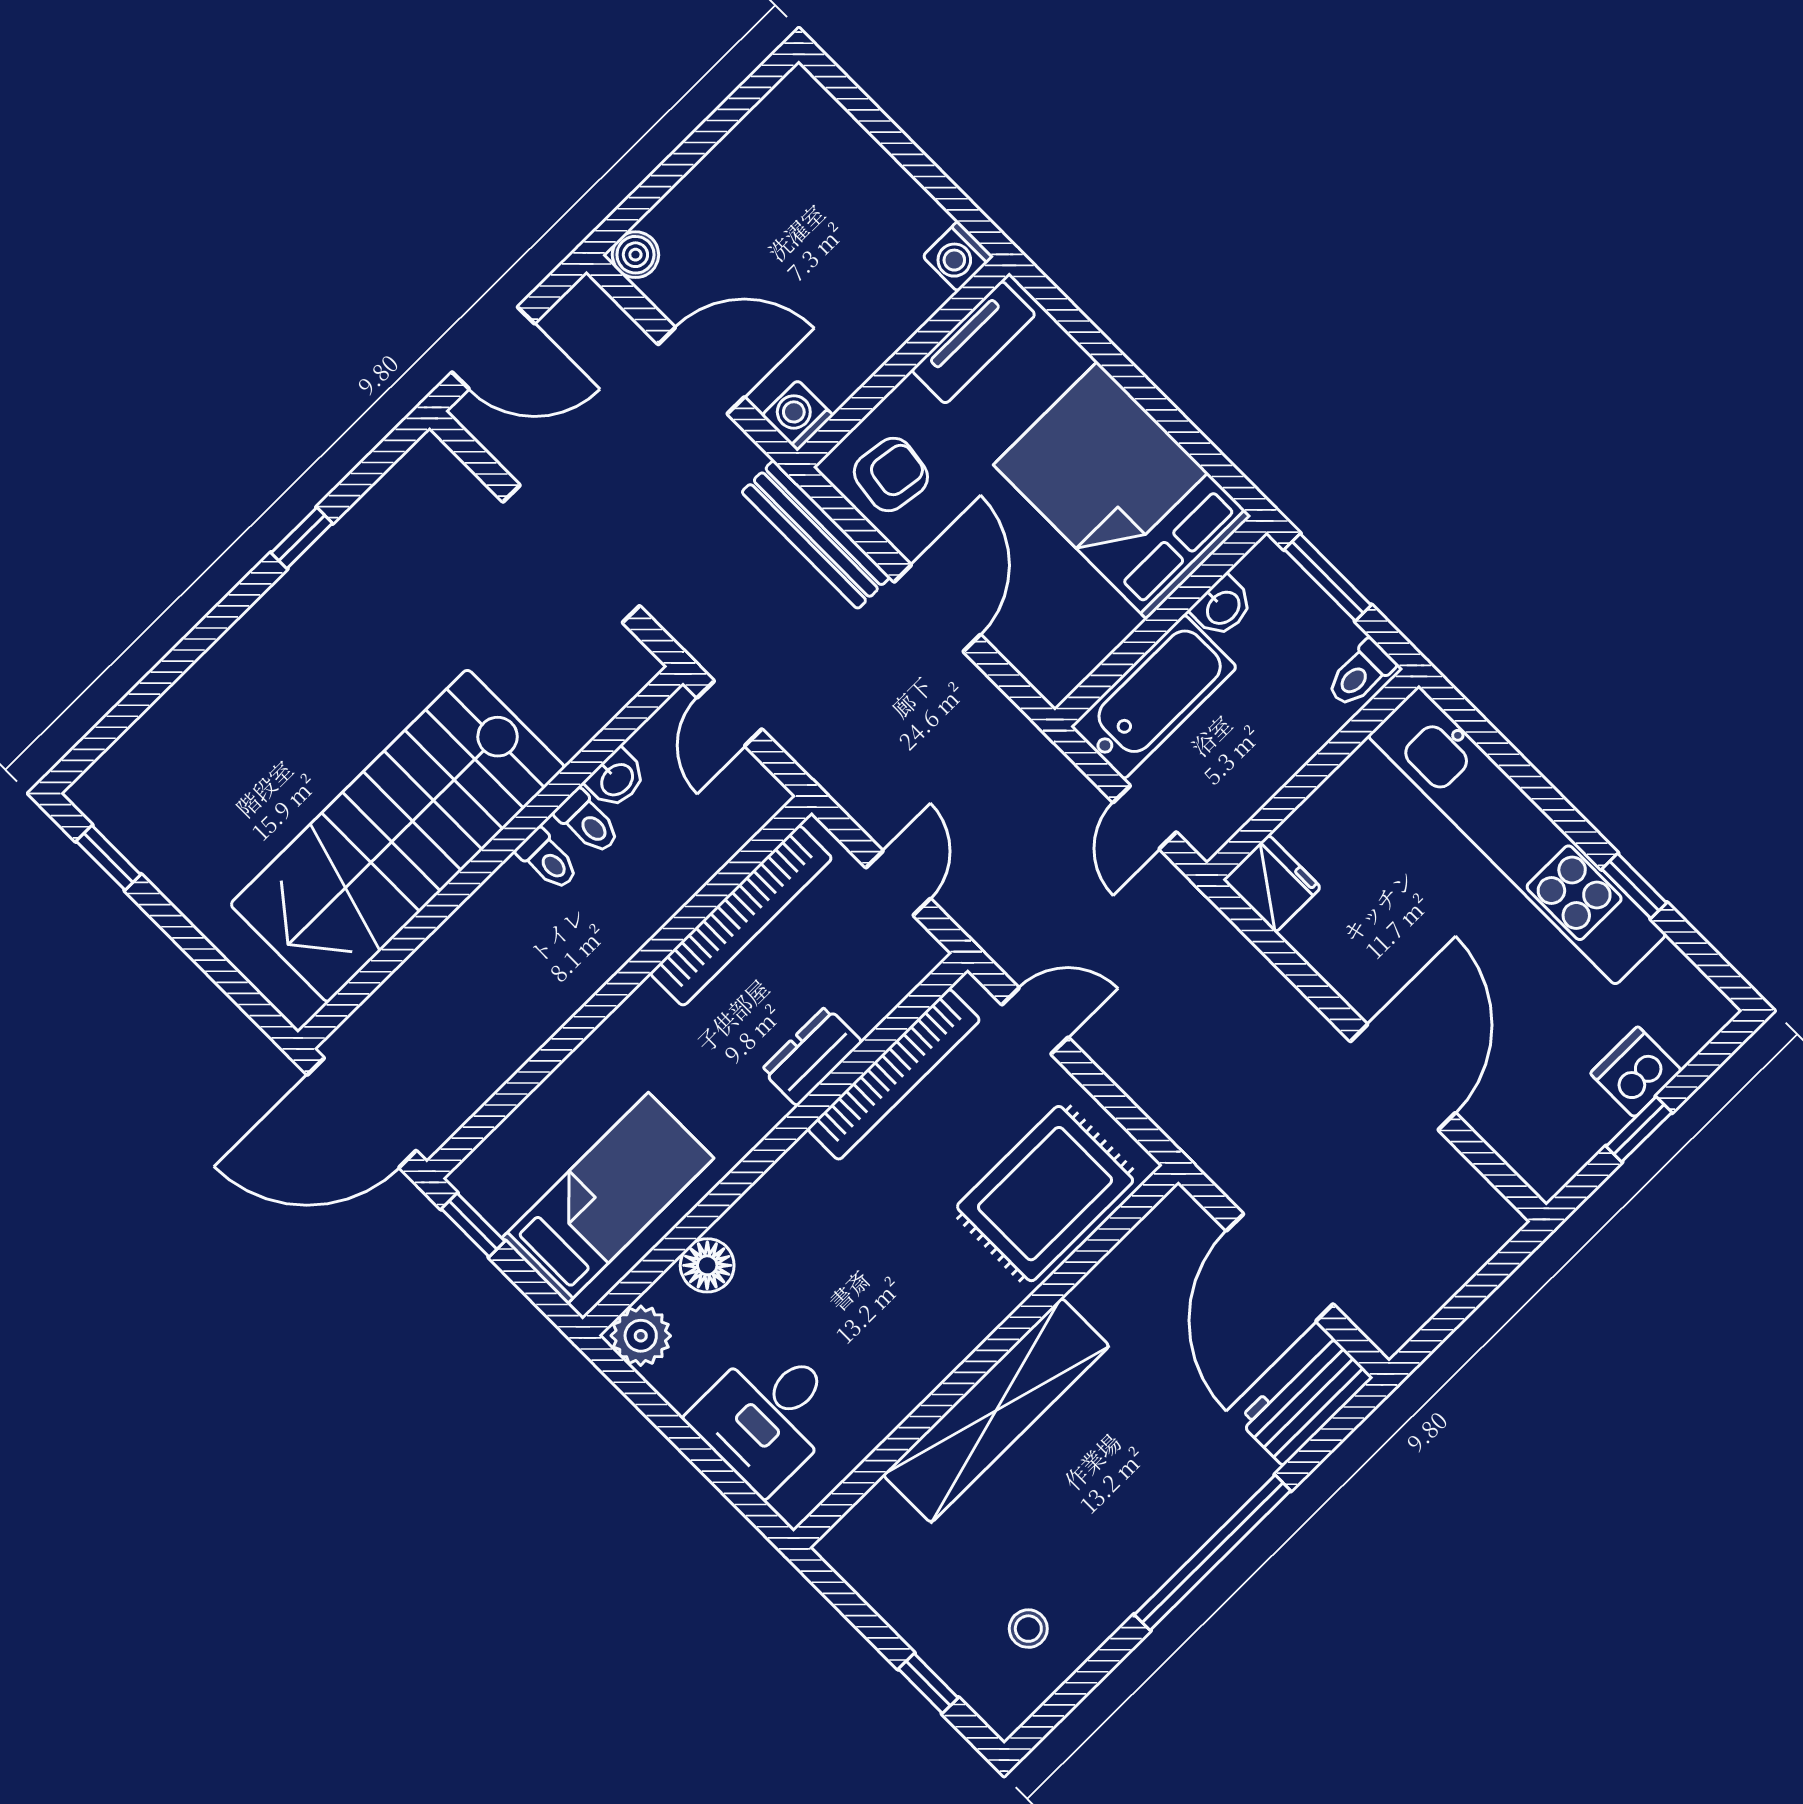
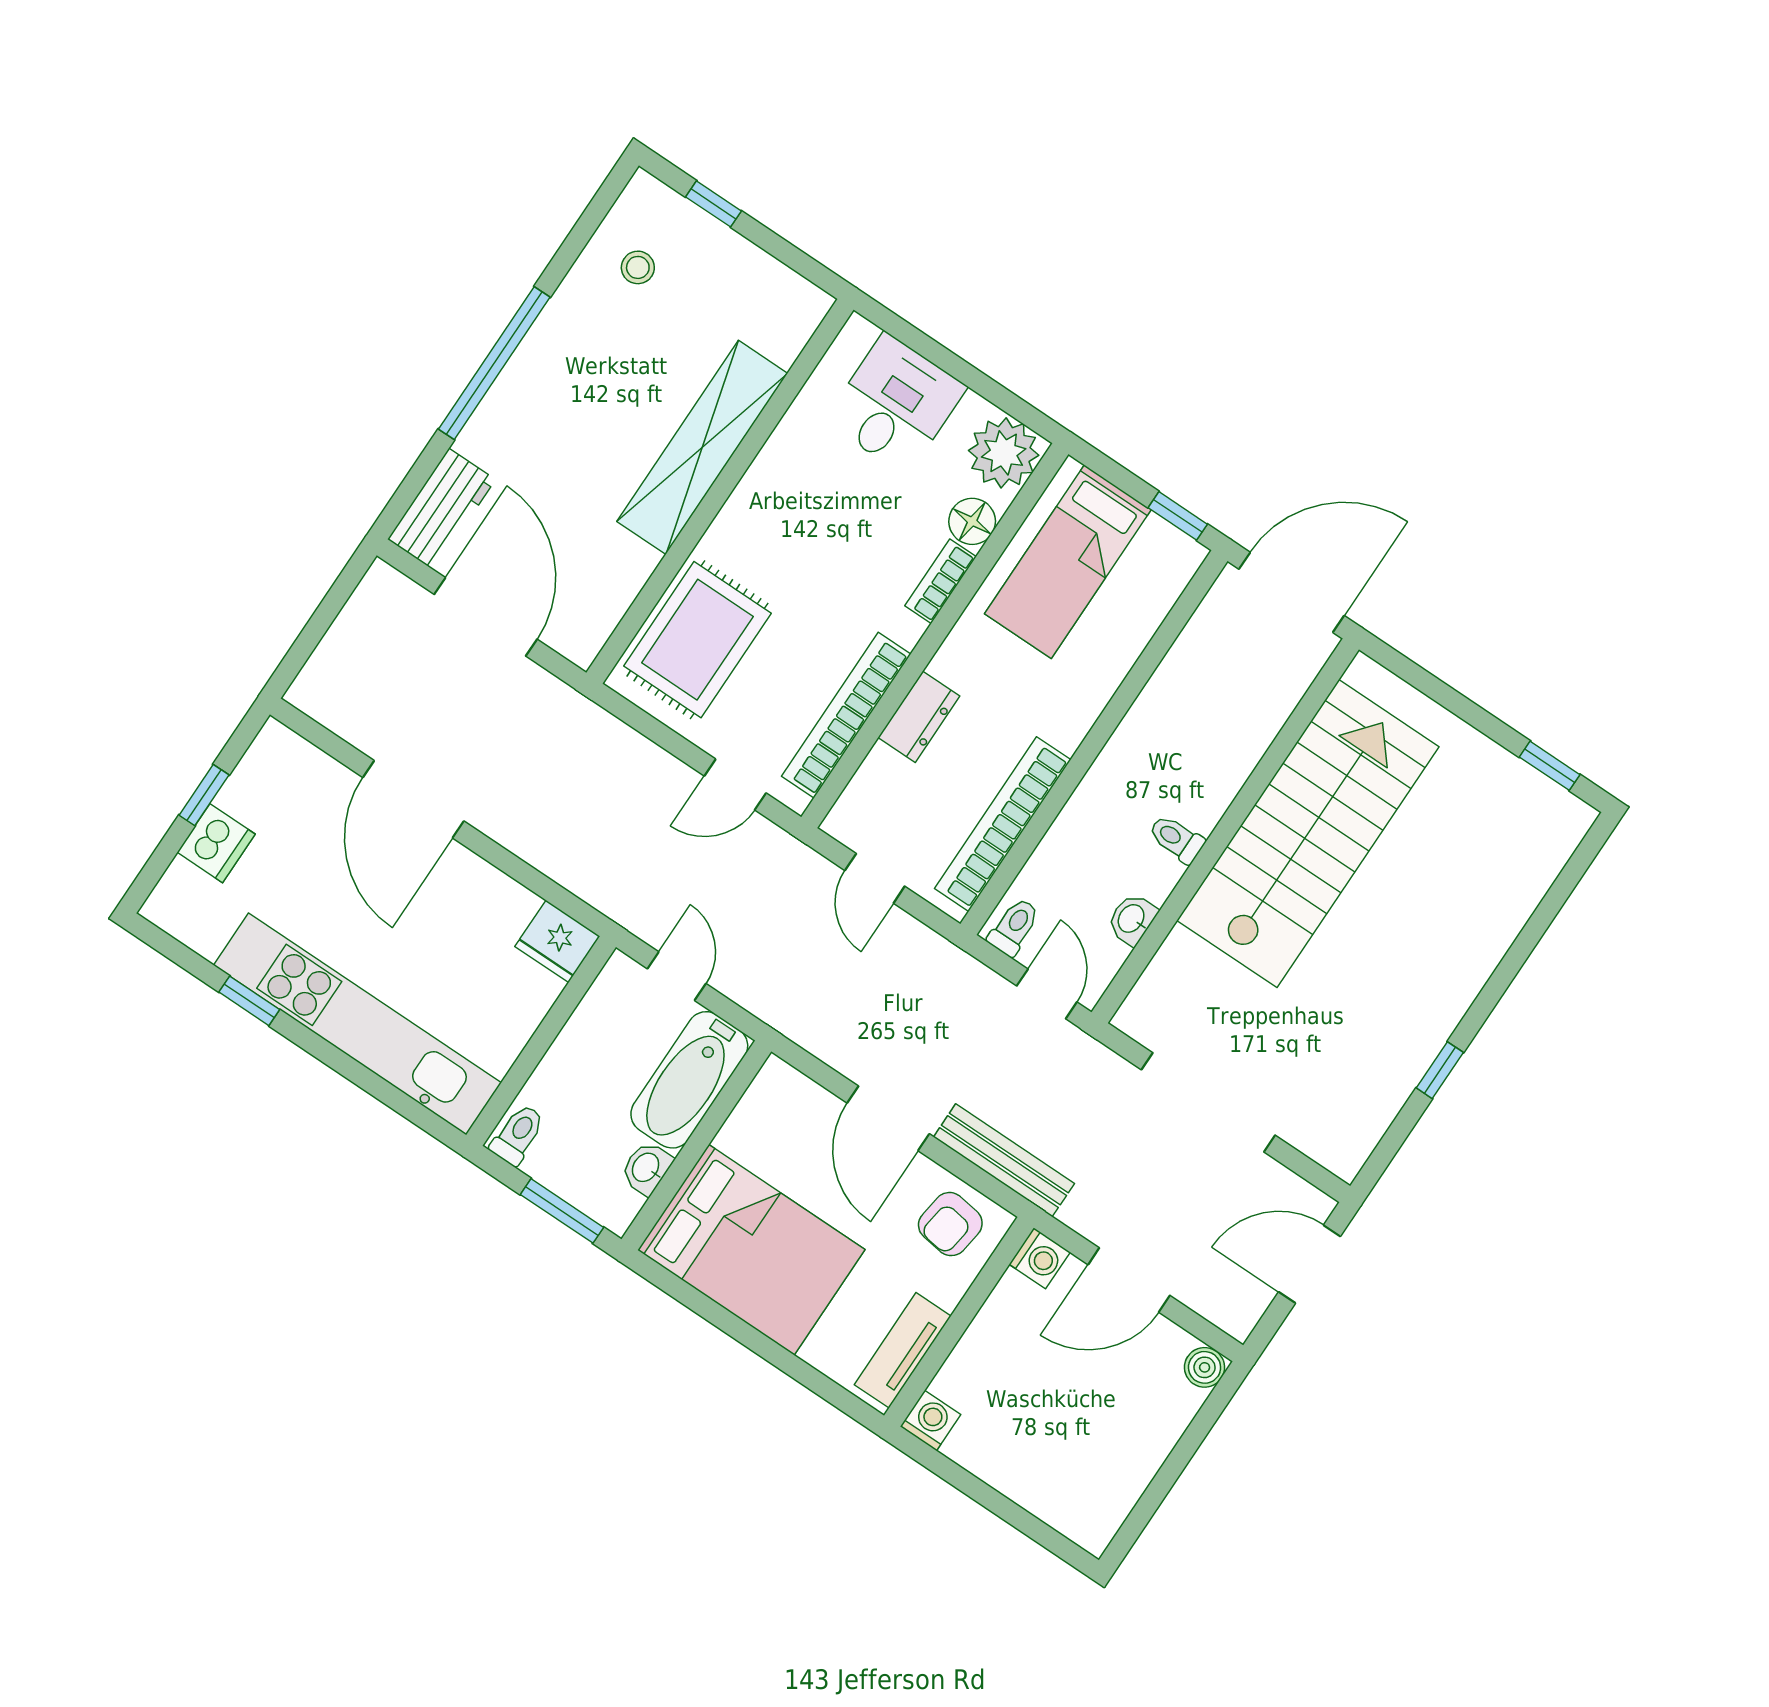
toilet: (588, 822) -> (1014, 927), moved, turned 90
bookcase: (757, 1205) -> (940, 581), added
plant: (641, 1336) -> (1004, 453), width x1.36, depth x1.36

